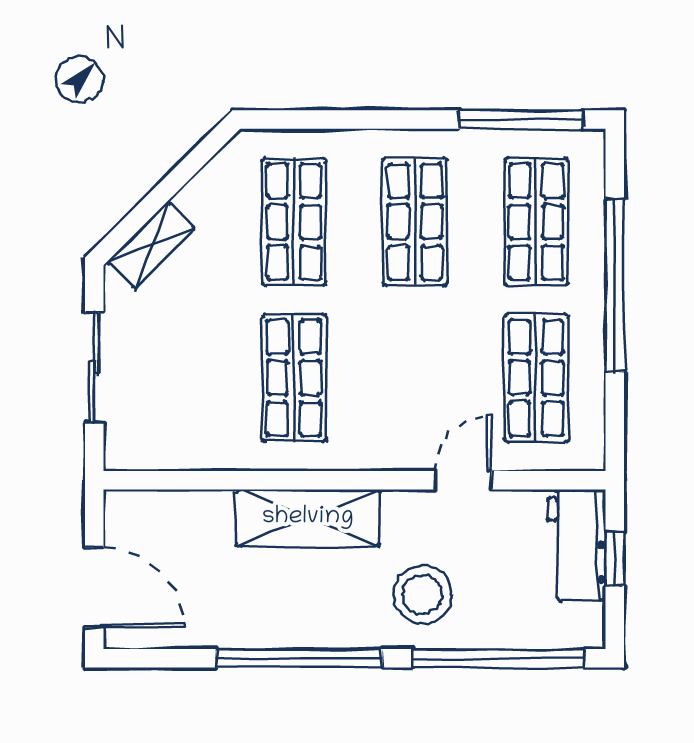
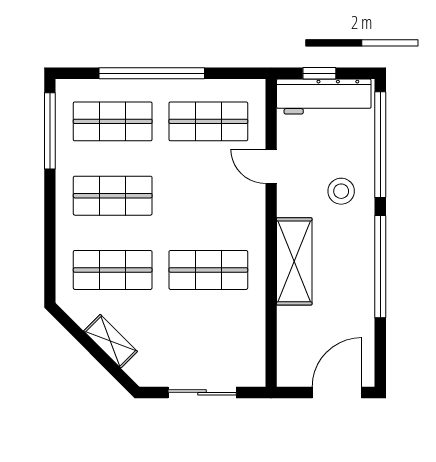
shelving: (151, 245) -> (110, 341), moved
workbench: (577, 545) -> (324, 96), width x1.38
stool: (422, 594) -> (341, 191), width x0.73, depth x0.73

